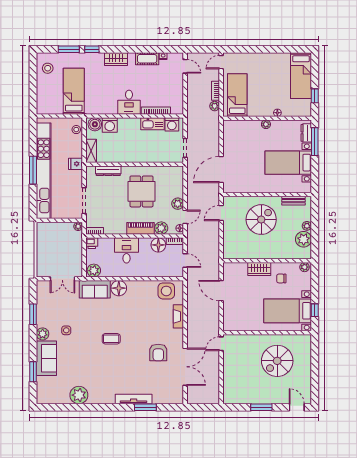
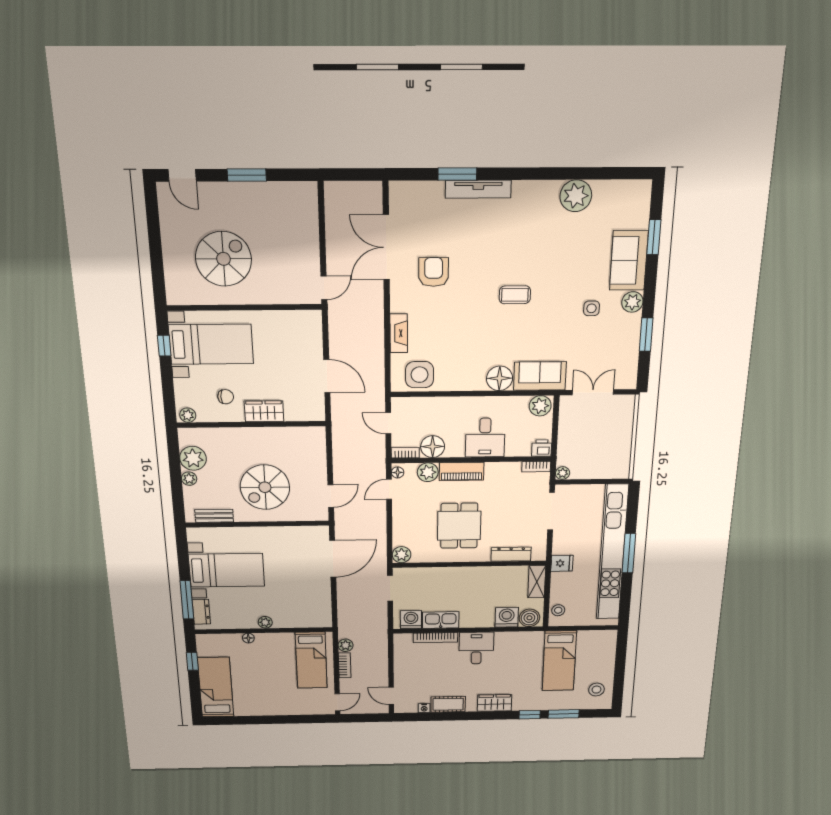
plant: (178, 204) -> (402, 555), moved

